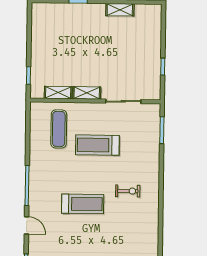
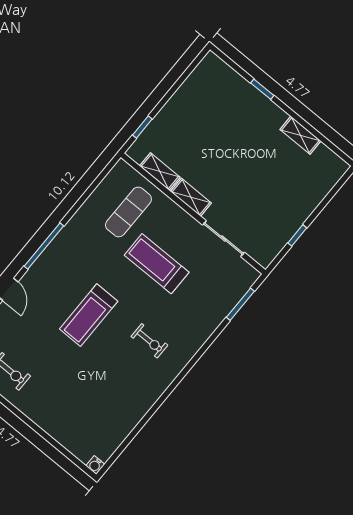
treadmill: (83, 204) -> (89, 315), turned 90

